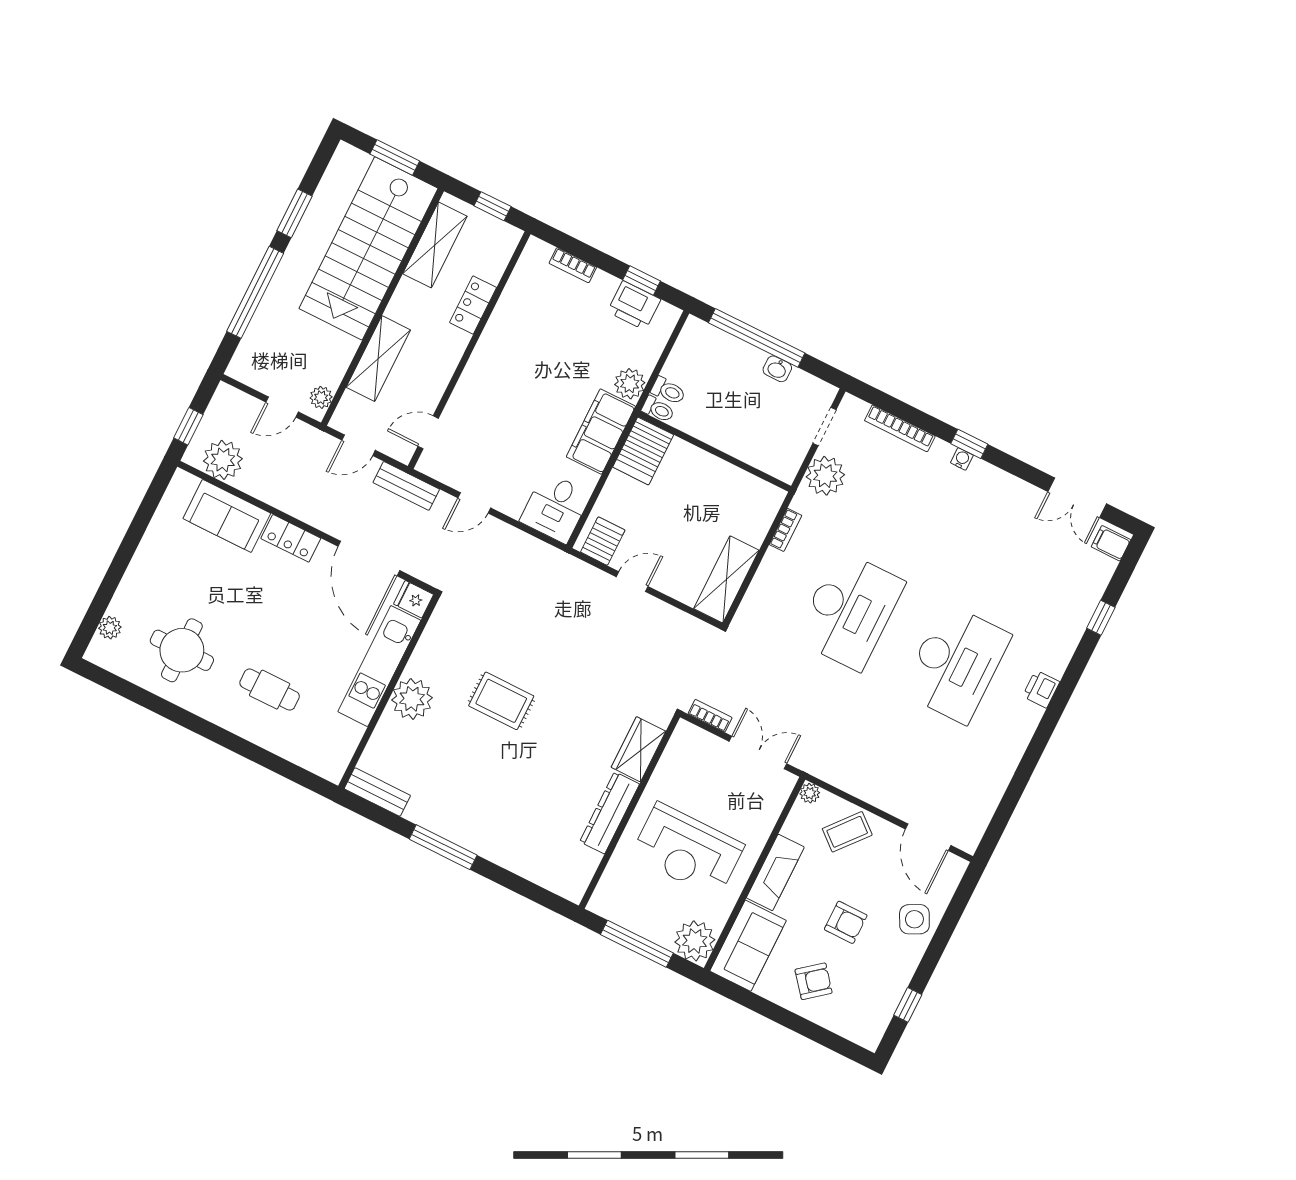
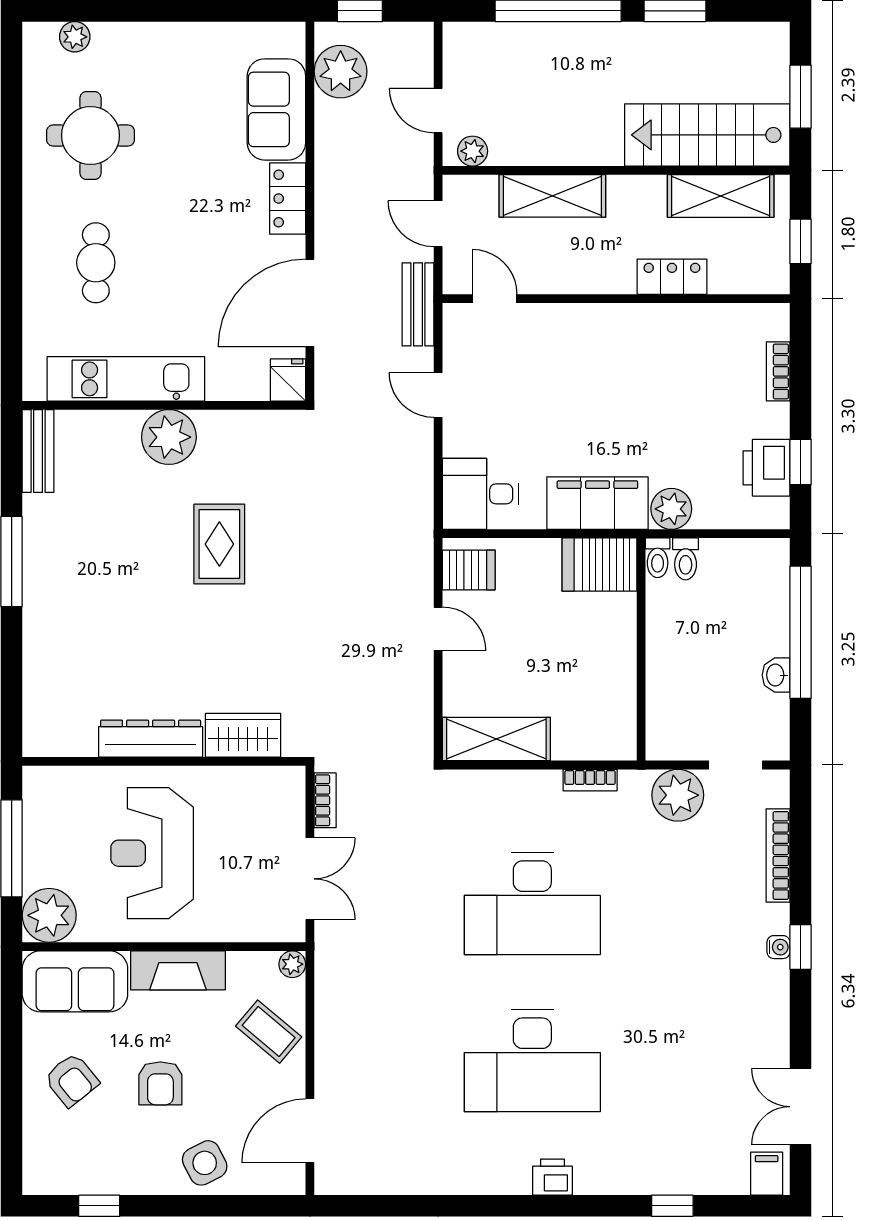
stairs: (368, 248) -> (707, 135), width x0.73, depth x0.66
kitchen unit: (379, 666) -> (126, 379), moved

